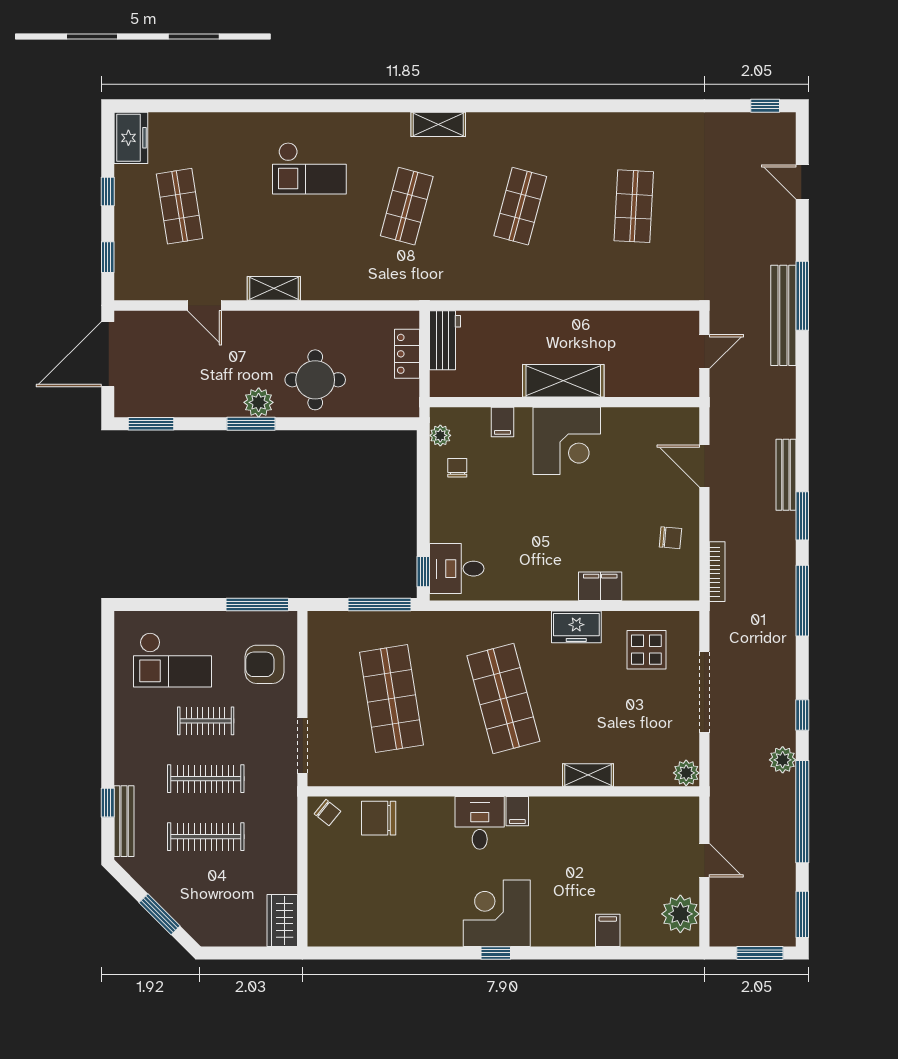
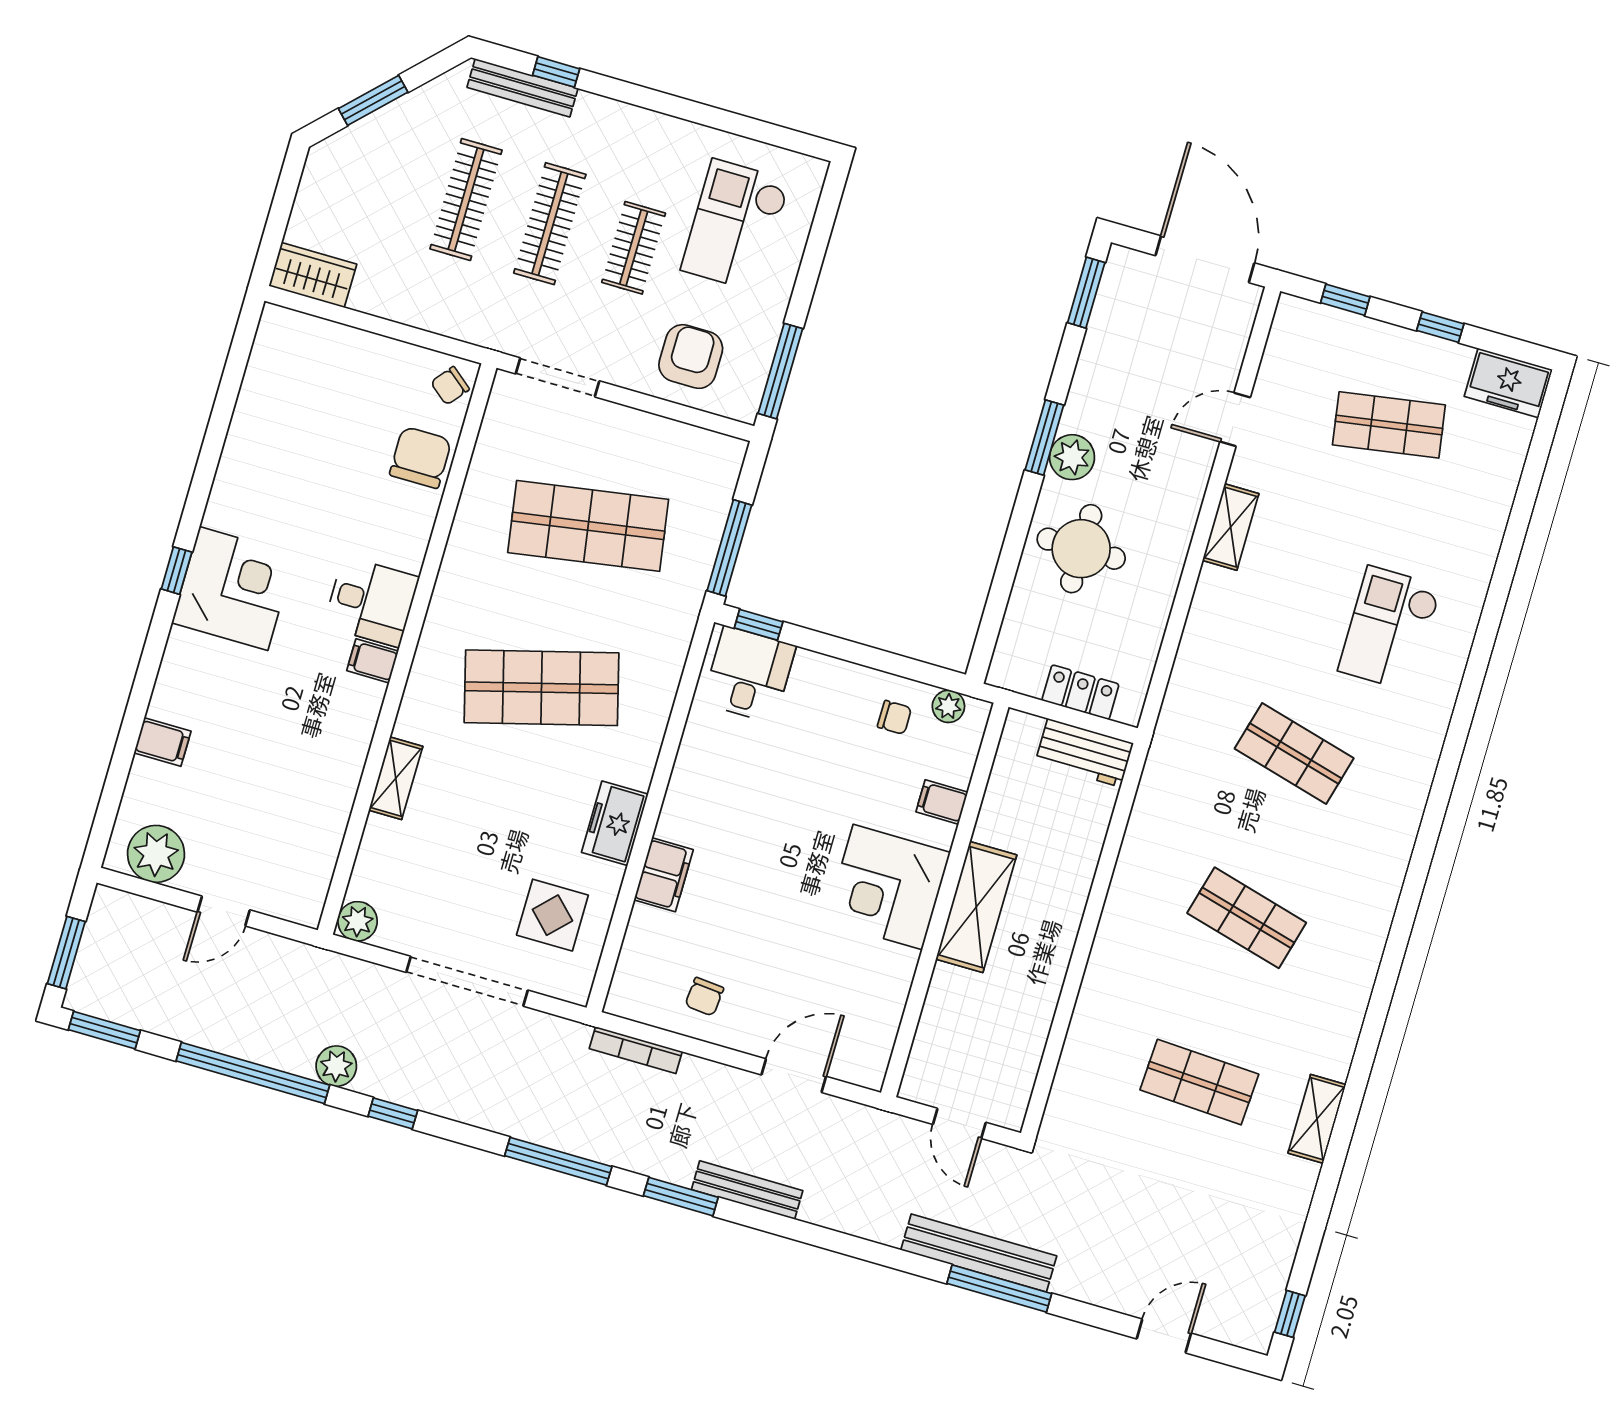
shelving: (438, 124) -> (1317, 1119), moved

